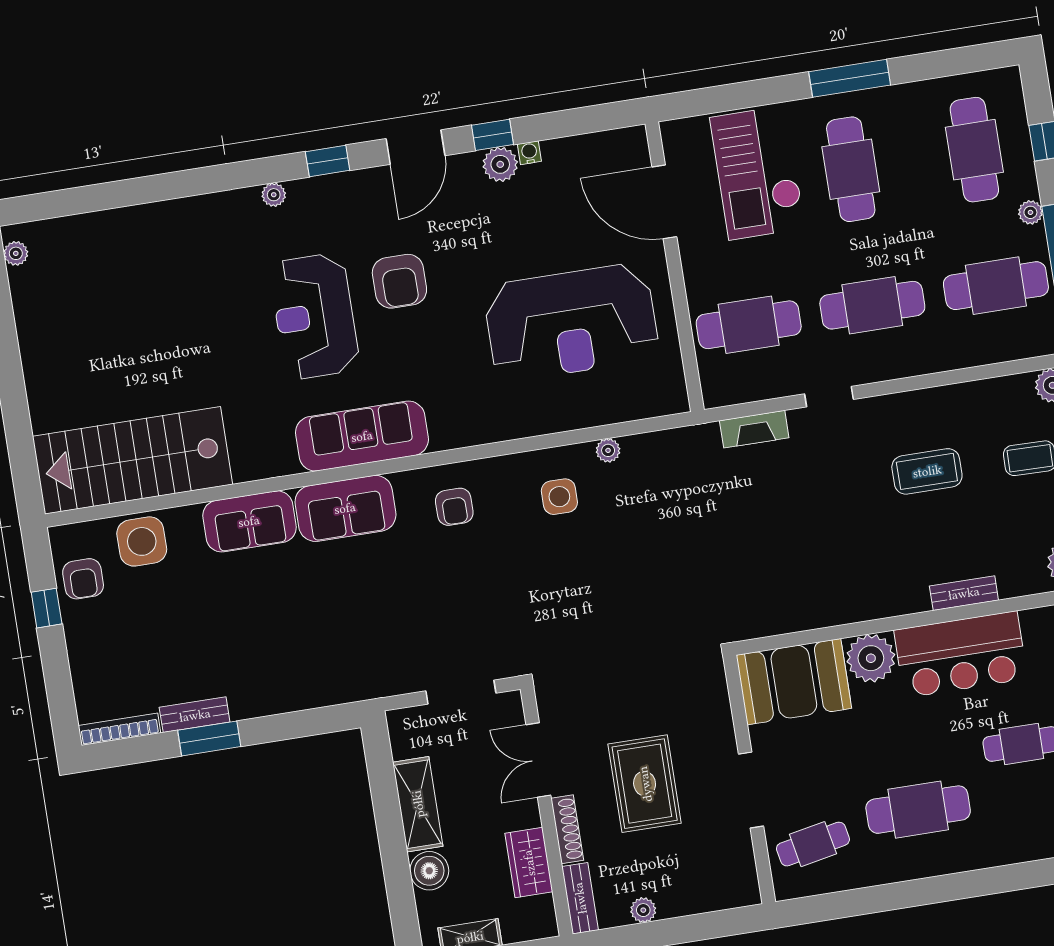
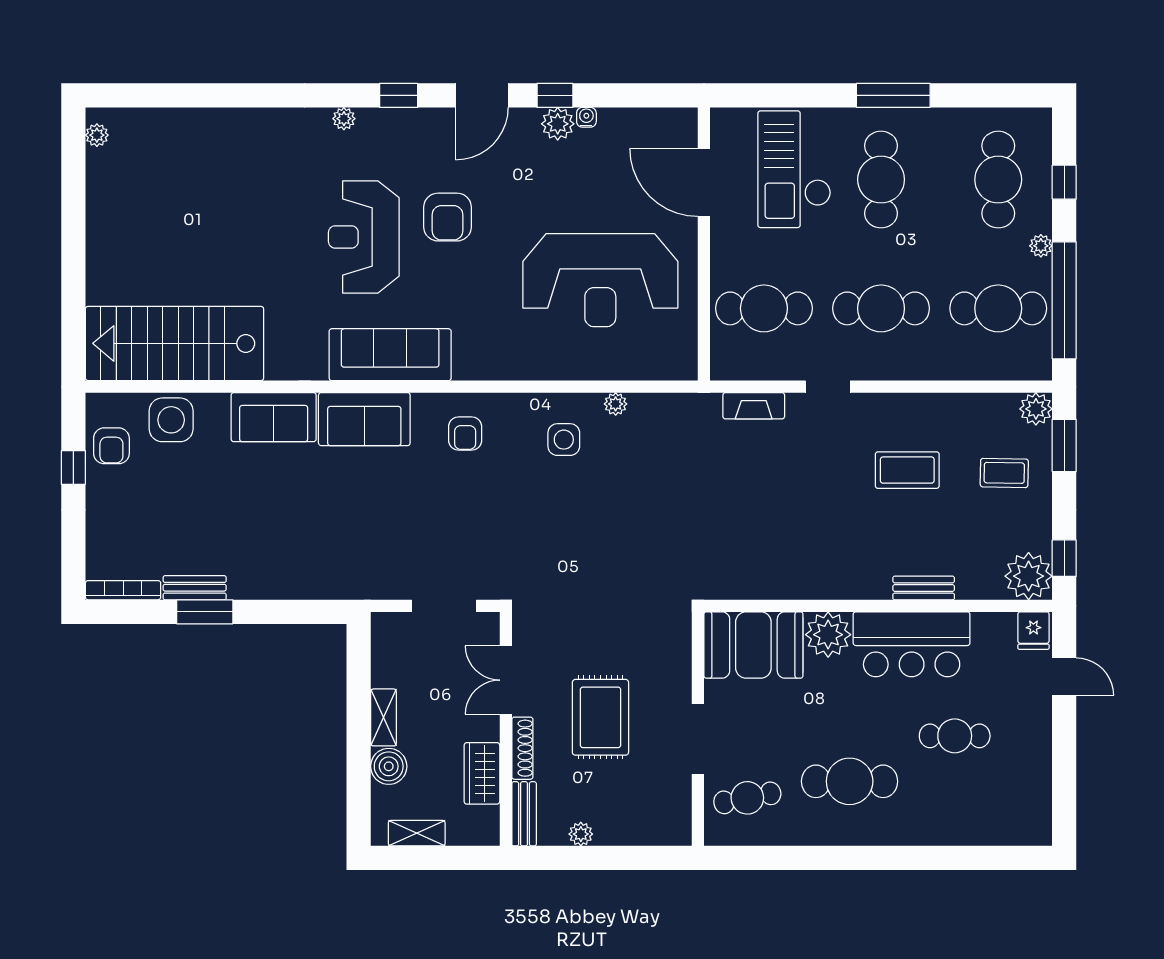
shelving: (418, 804) -> (383, 717), width x0.67, depth x0.75

